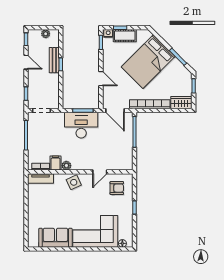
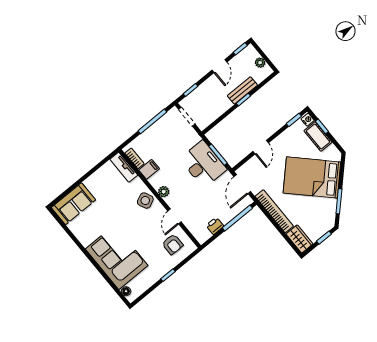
printer: (127, 151) -> (215, 226), added
plant: (66, 166) -> (164, 192), moved
door: (100, 172) -> (174, 216), hinge flipped
sofa: (55, 238) -> (73, 204), moved, turned 90

